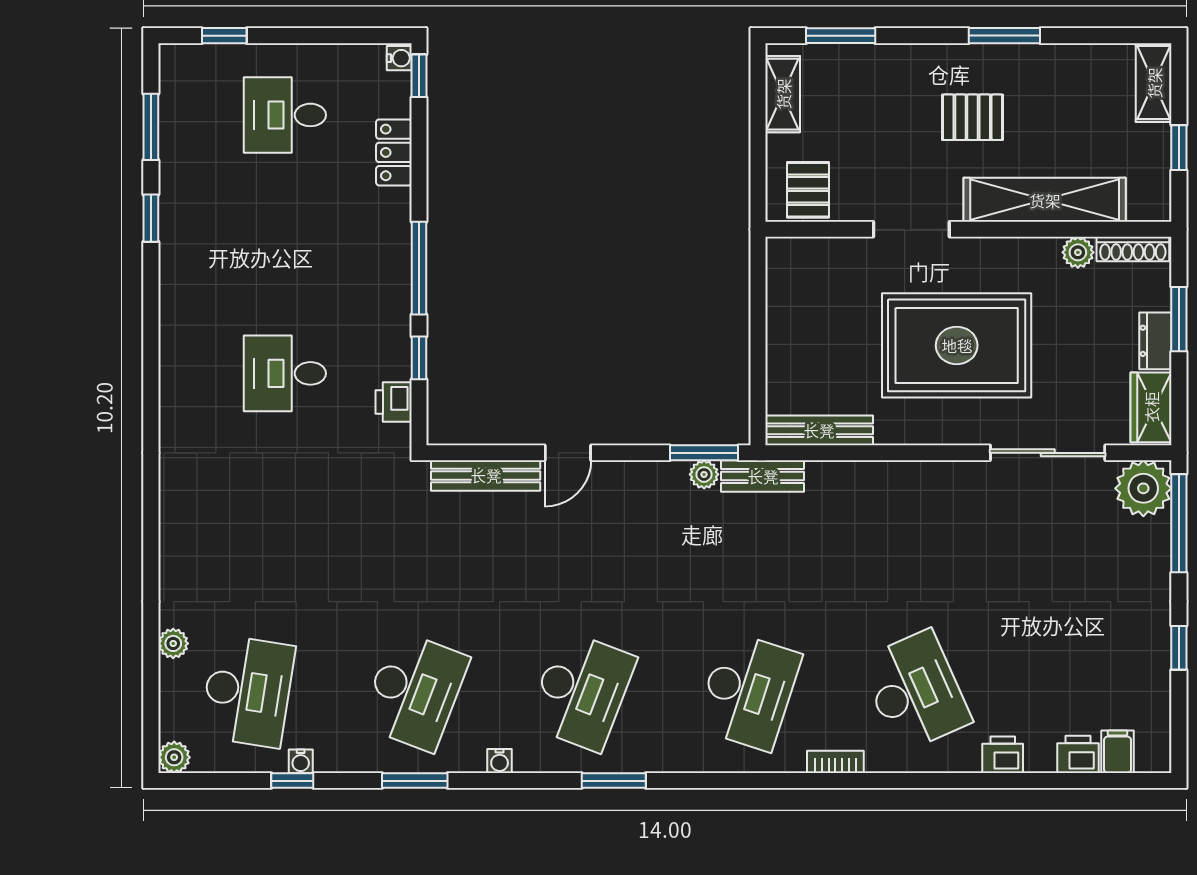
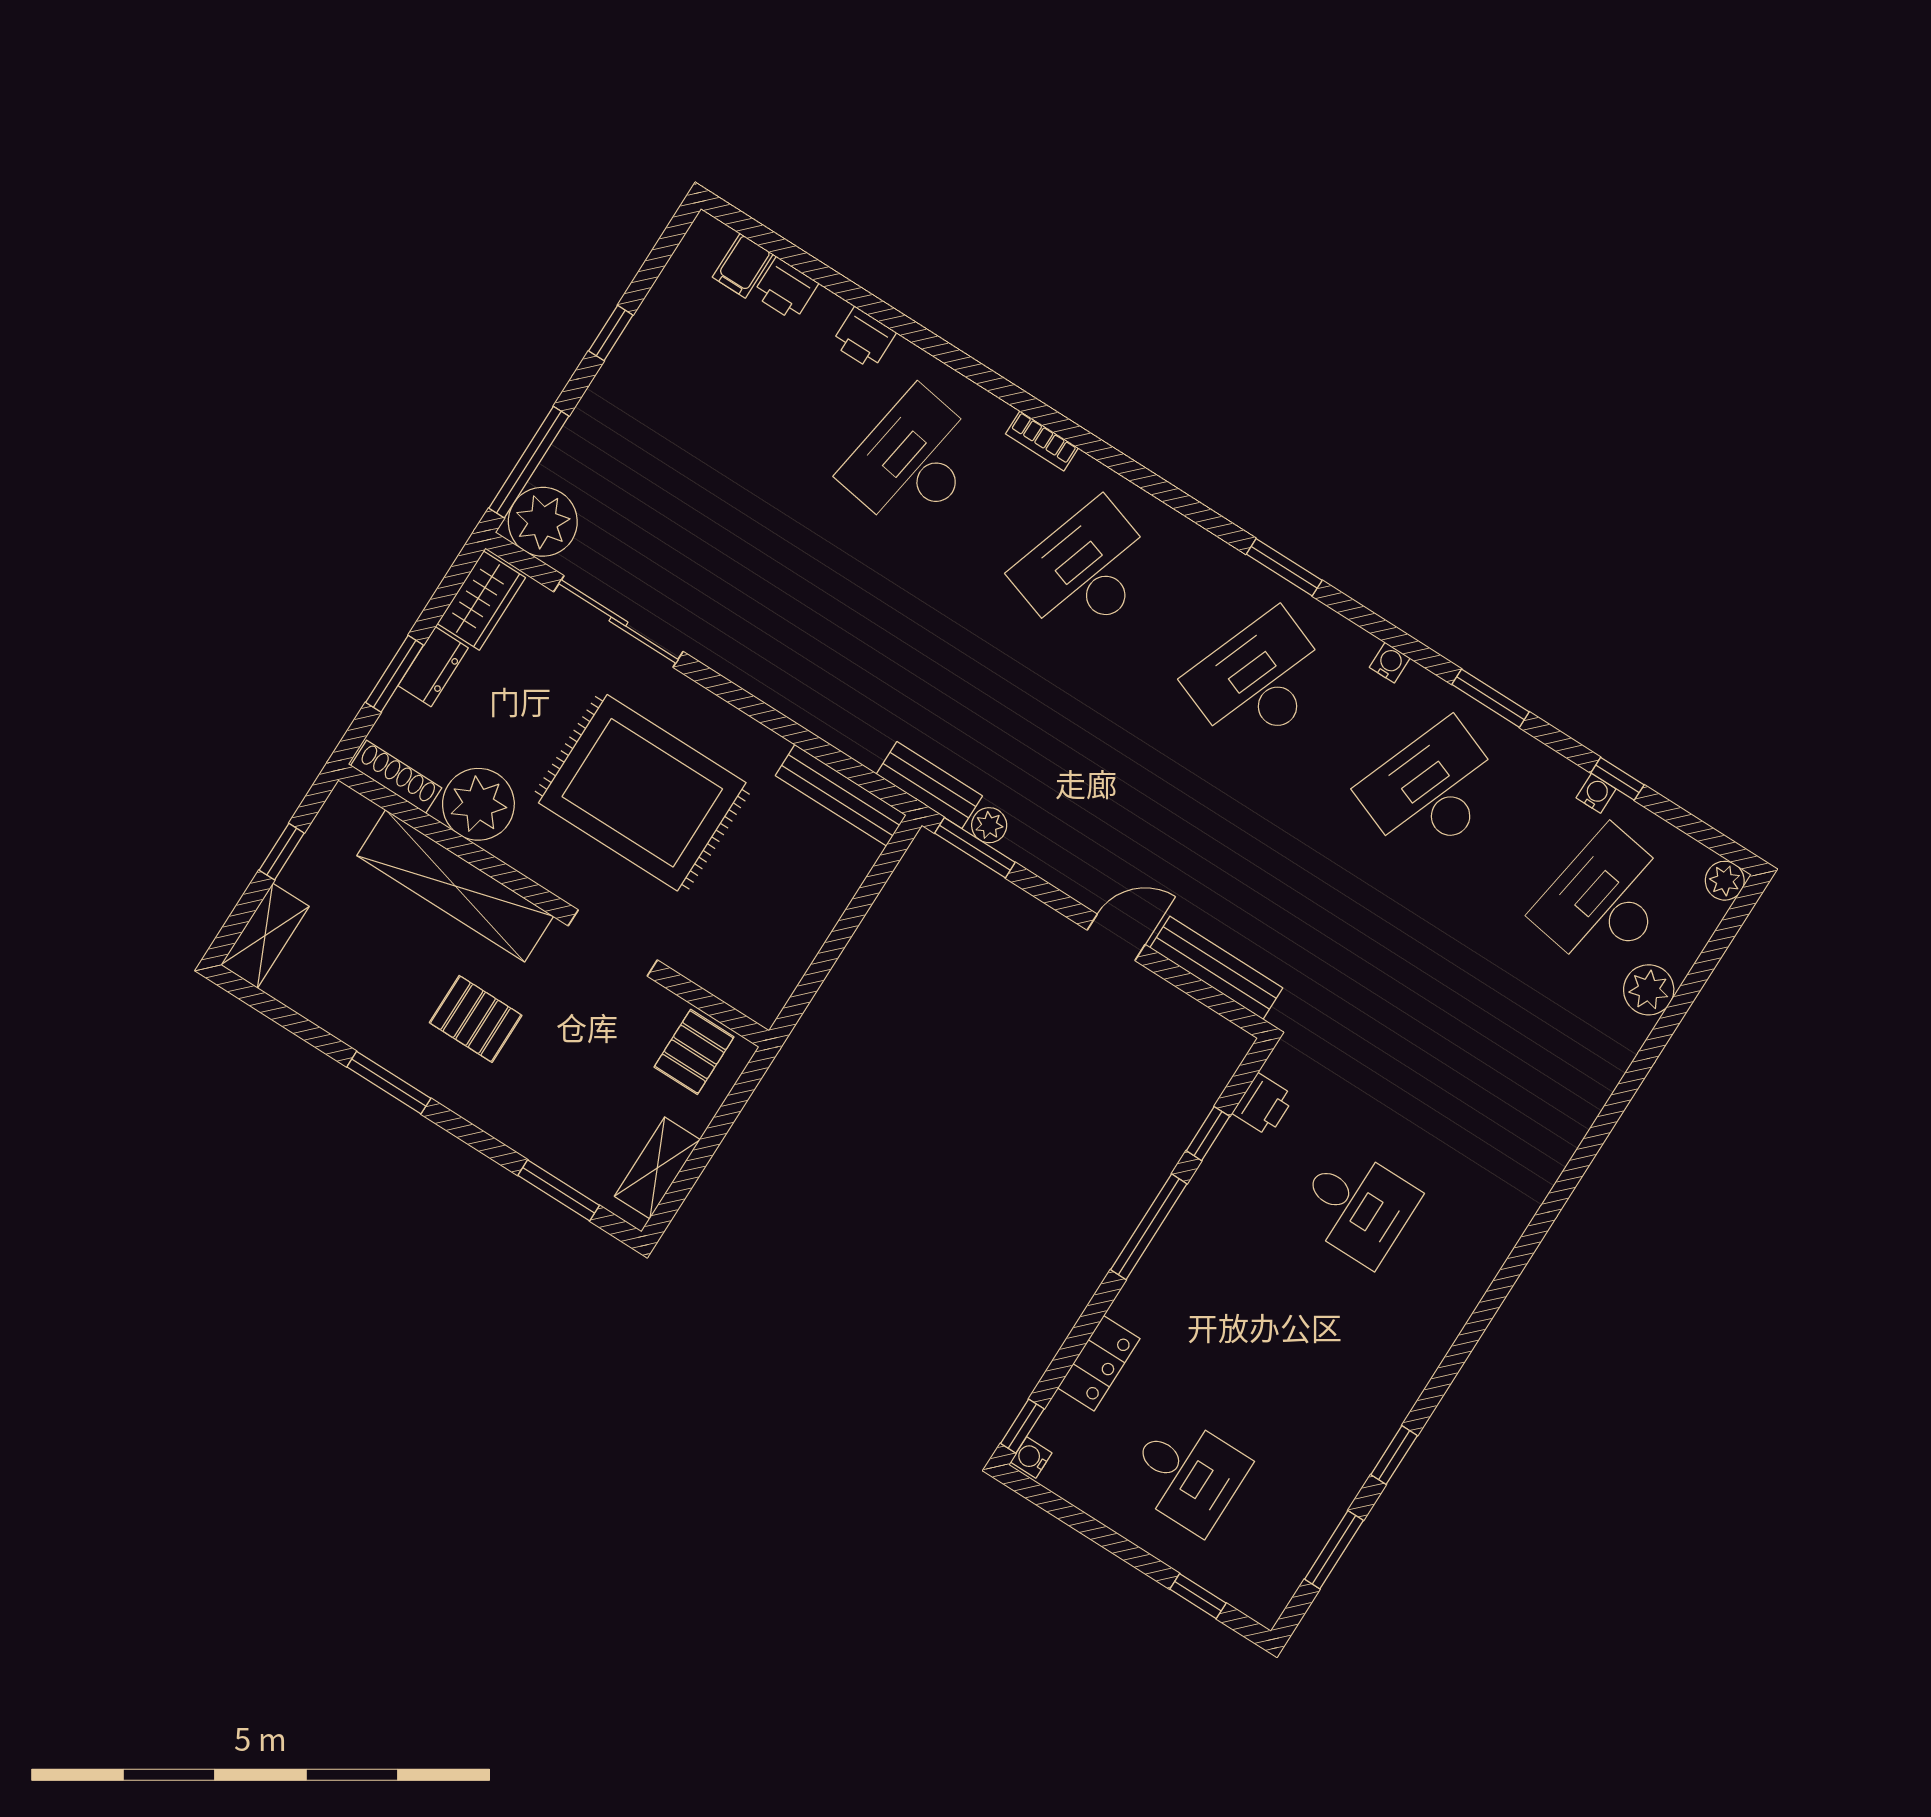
plant: (1078, 252) -> (478, 804), width x1.88, depth x1.88
plant: (173, 643) -> (1649, 990), width x1.38, depth x1.38
desk: (915, 691) -> (913, 462), turned 33

